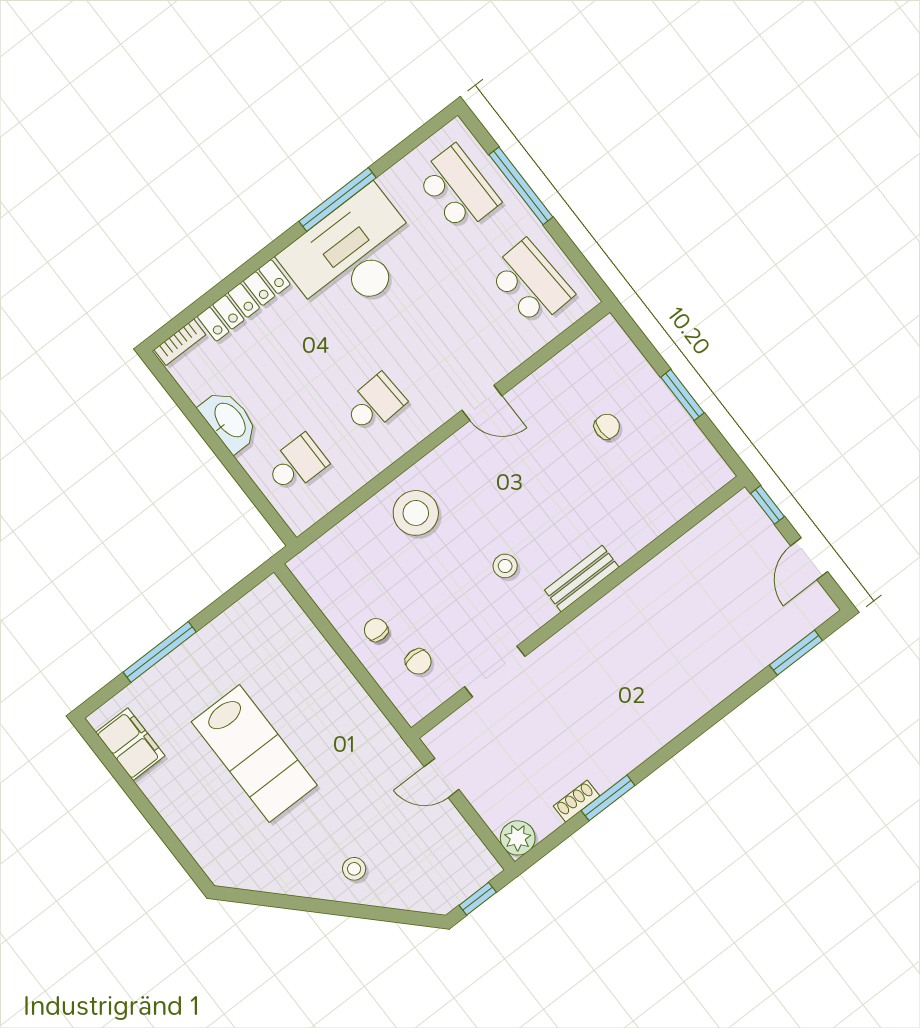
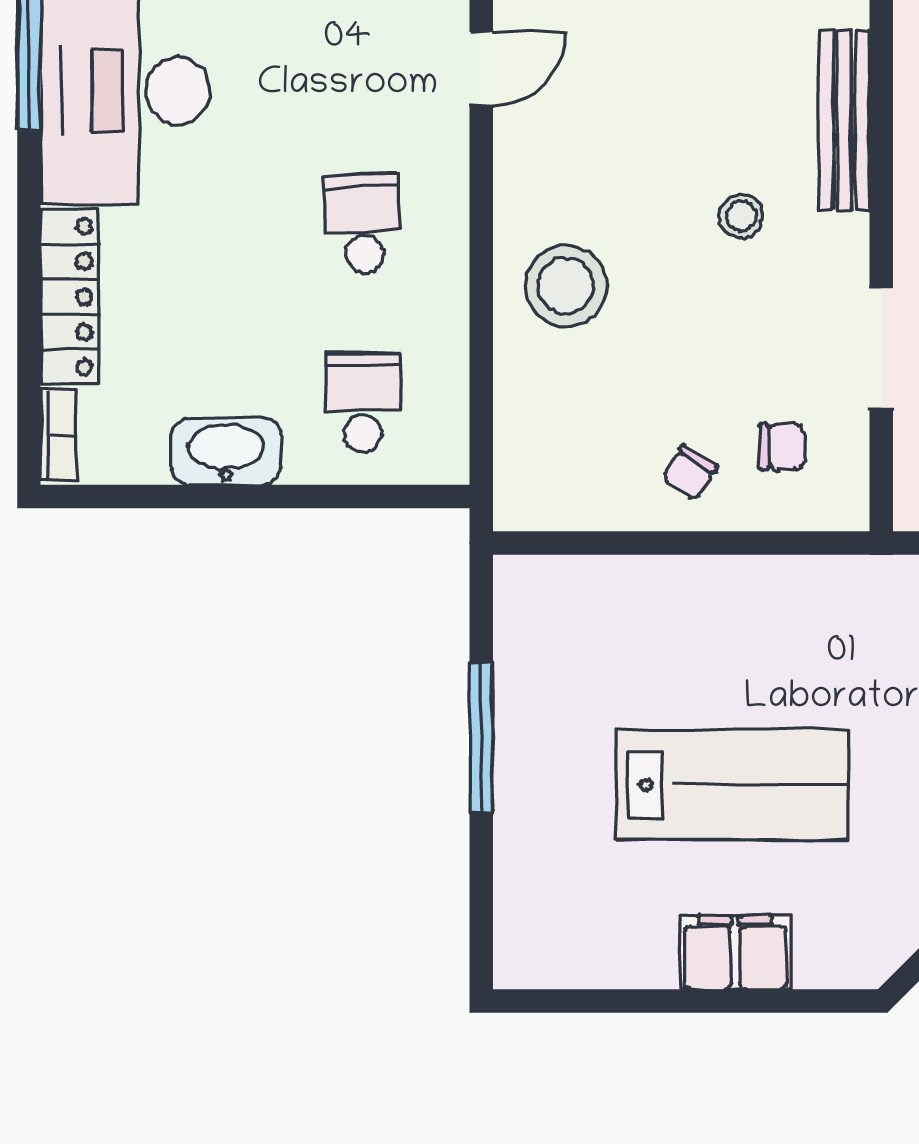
bench: (582, 579) -> (844, 120), width x1.36
chair: (376, 630) -> (690, 473), turned -58
window: (160, 652) -> (481, 737), moved
filing cabinet: (130, 744) -> (735, 952), moved

